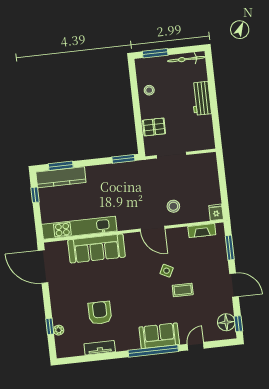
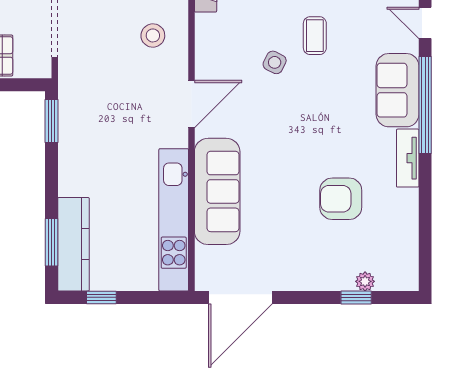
door: (153, 229) -> (191, 104), moved
tv unit: (100, 348) -> (408, 158), moved

